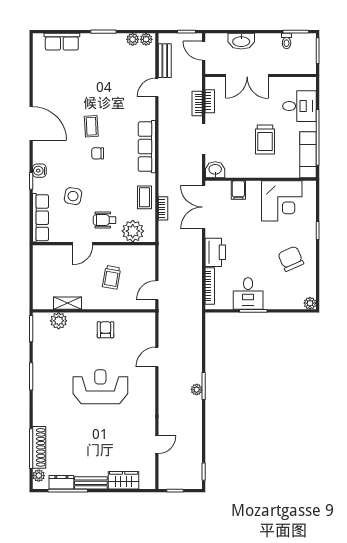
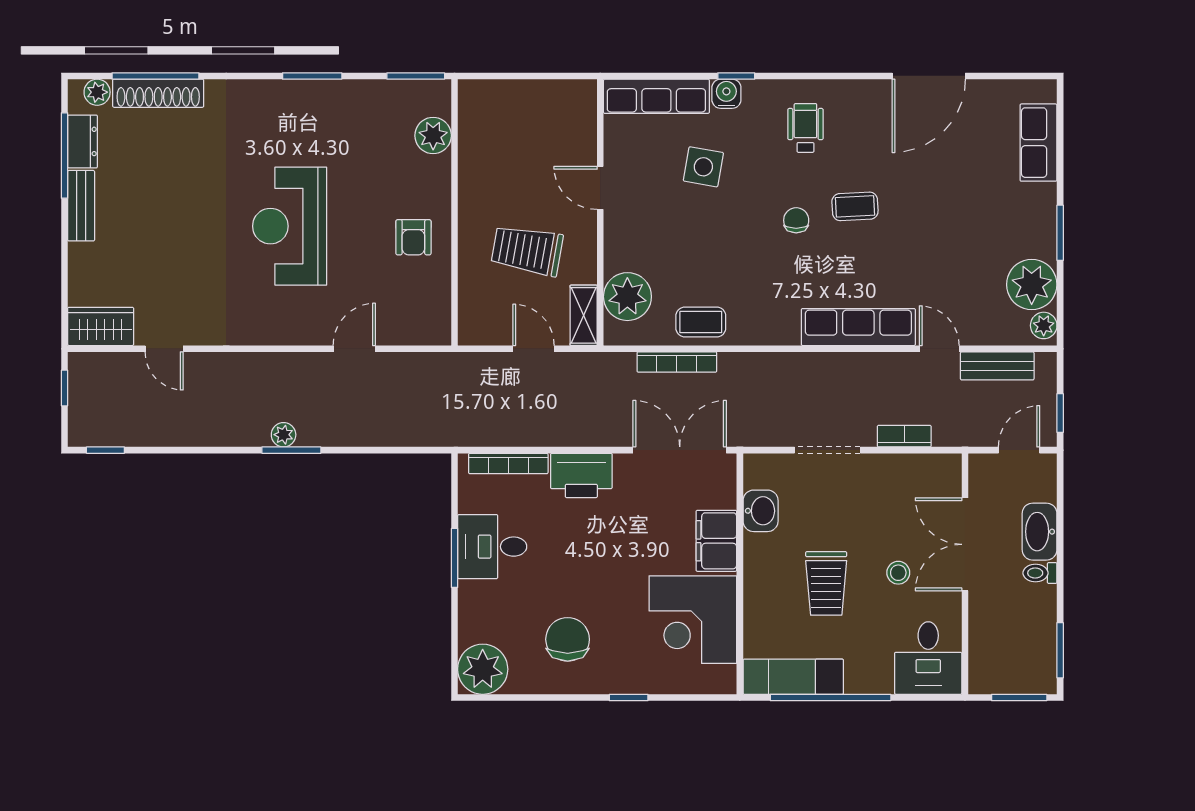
plant: (133, 39) -> (1032, 285), width x1.87, depth x1.87
toilet: (287, 41) -> (1040, 573), moved
bookcase: (210, 101) -> (909, 463), removed
stool: (260, 106) -> (898, 573), added
desk: (299, 106) -> (928, 658), moved
door: (31, 123) -> (929, 76), moved
trolley: (265, 139) -> (826, 583), turned -90
row of seats: (147, 147) -> (858, 327), moved
washbasin: (215, 170) -> (761, 511), moved
water cooler: (39, 171) -> (726, 94), moved
filing cabinet: (238, 190) -> (716, 541), width x2.00
bookcase: (163, 208) -> (677, 362), width x1.56
wheelchair: (105, 220) -> (805, 128), moved
chair: (291, 259) -> (568, 639), turned -66
trolley: (112, 277) -> (527, 250), width x1.36, depth x1.39
door: (157, 290) -> (534, 349), moved
shelving: (68, 303) -> (584, 315), moved
plant: (310, 303) -> (483, 669), width x1.88, depth x1.88
armchair: (106, 330) -> (413, 237), turned 90
door: (157, 357) -> (354, 349), hinge flipped
reception desk: (100, 387) -> (290, 226), turned 180
wardrobe: (124, 480) -> (101, 326), moved, turned -90

